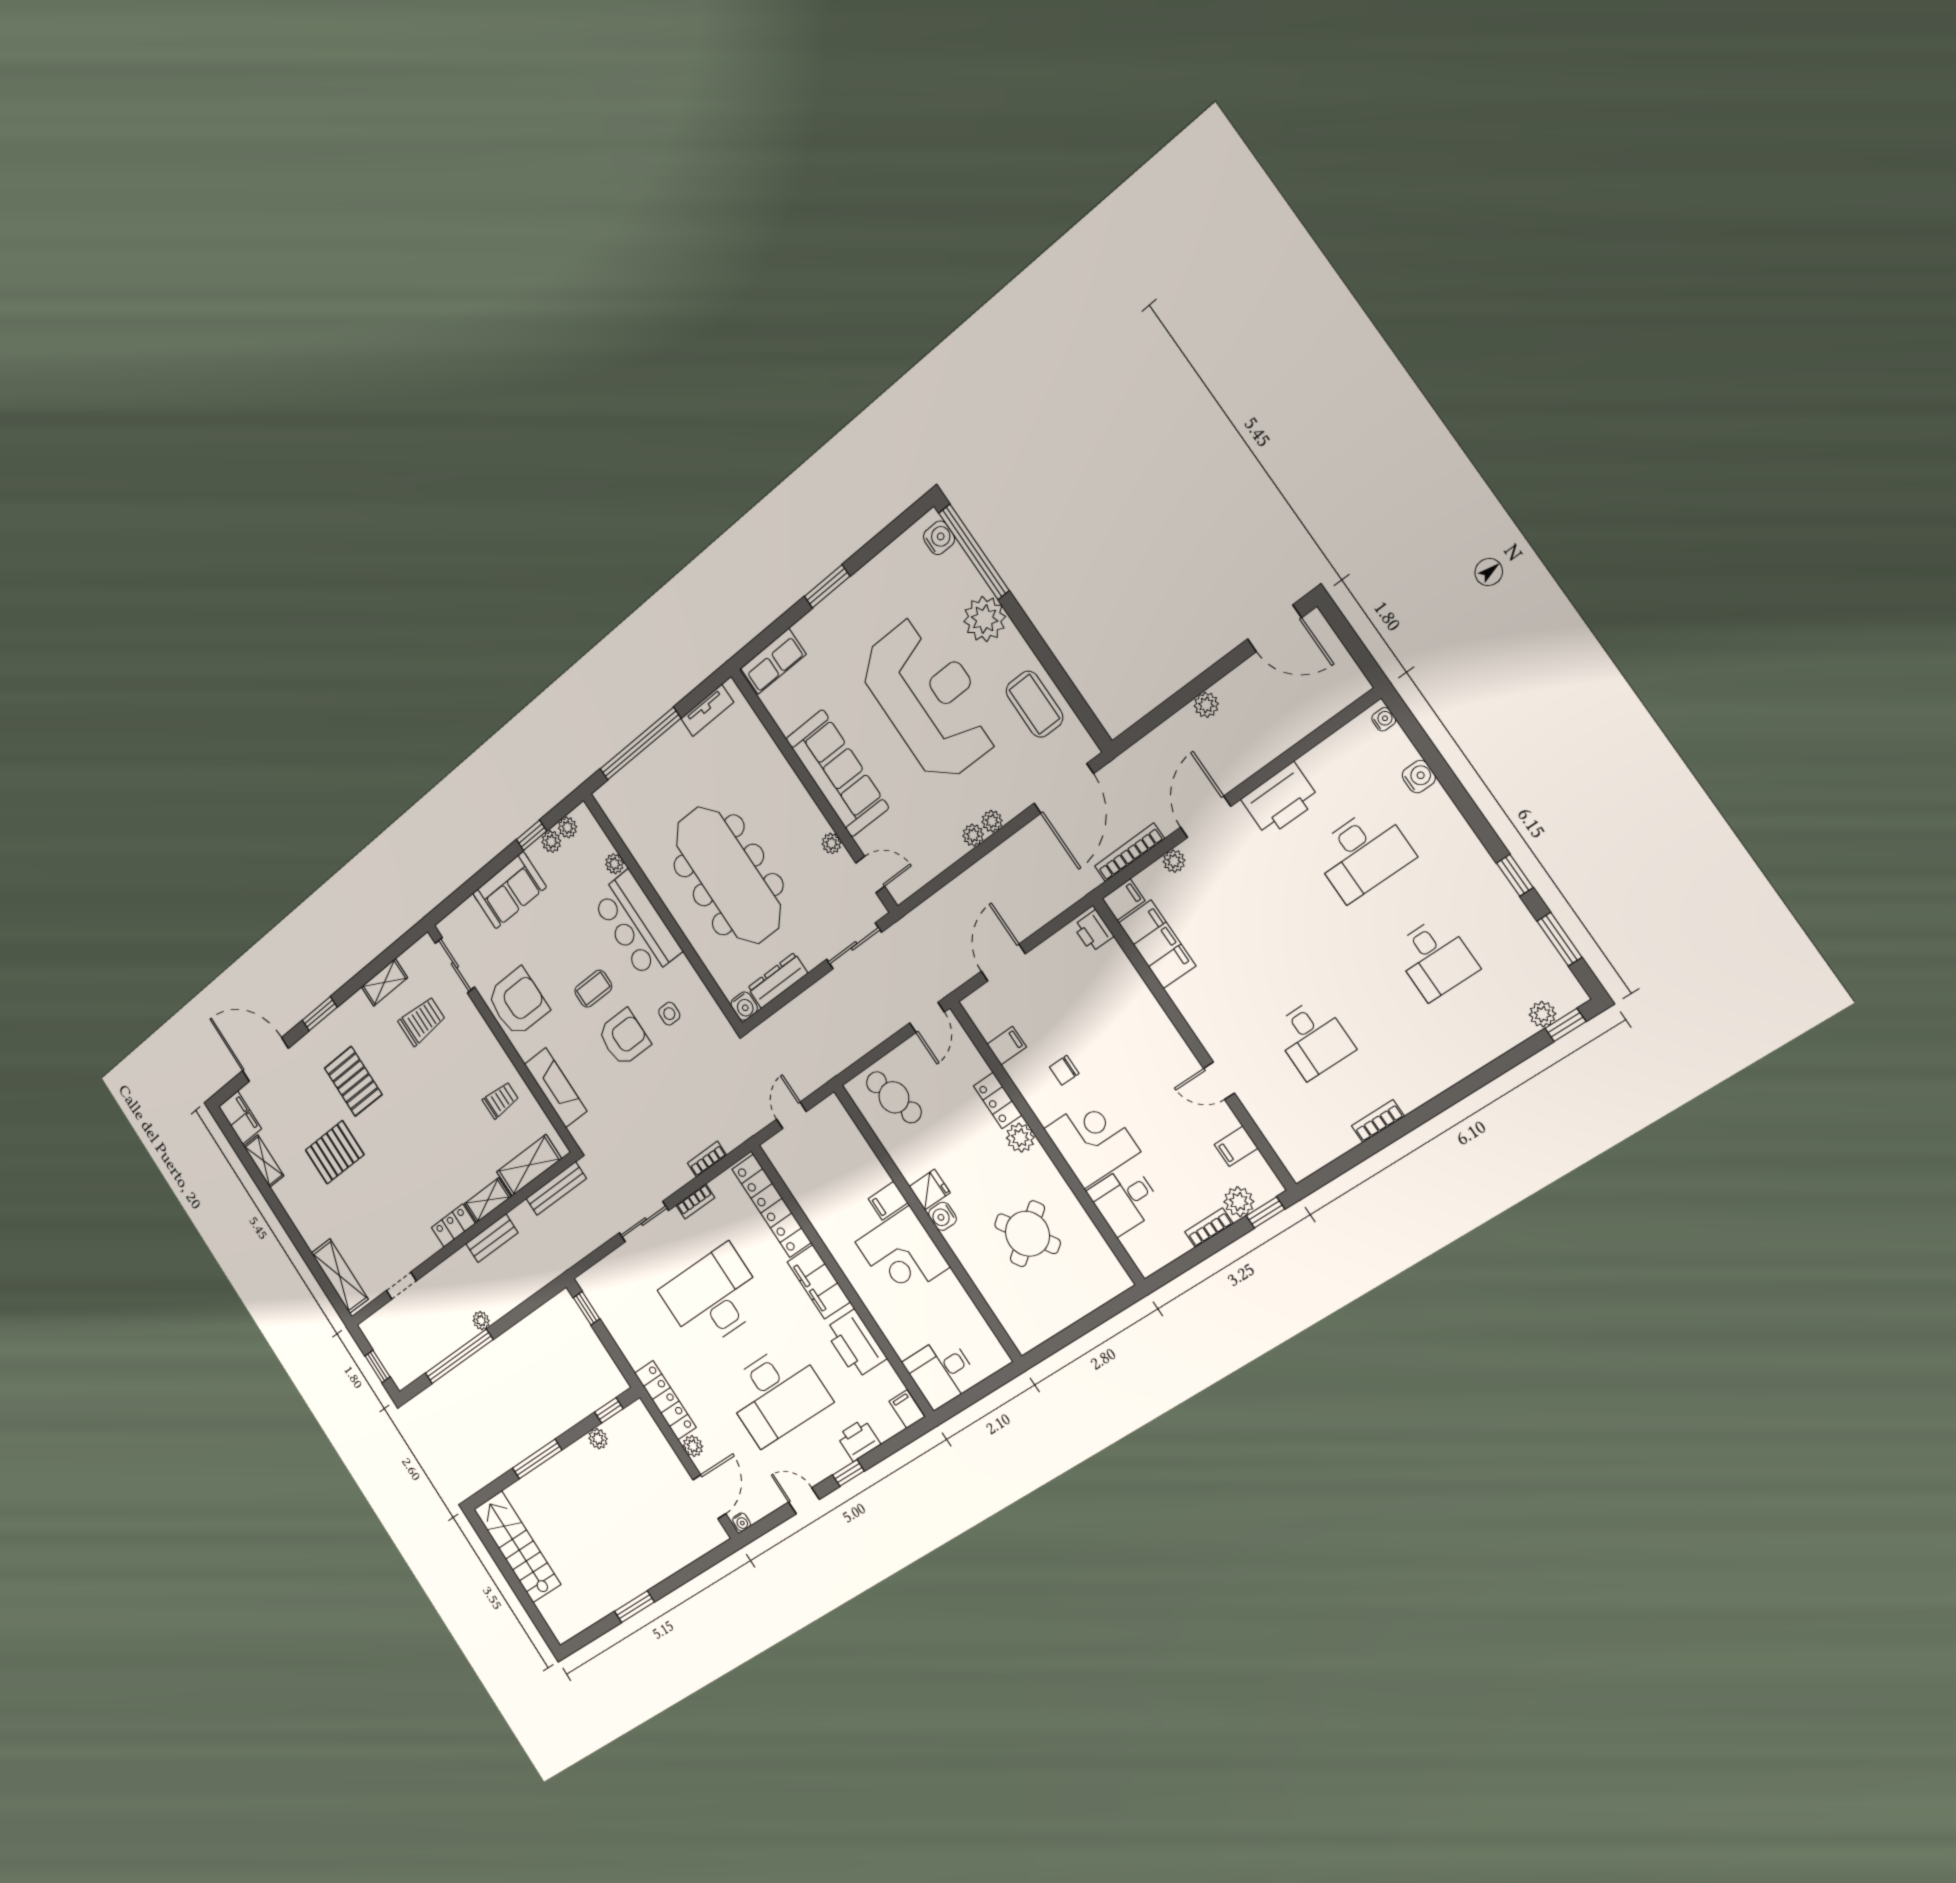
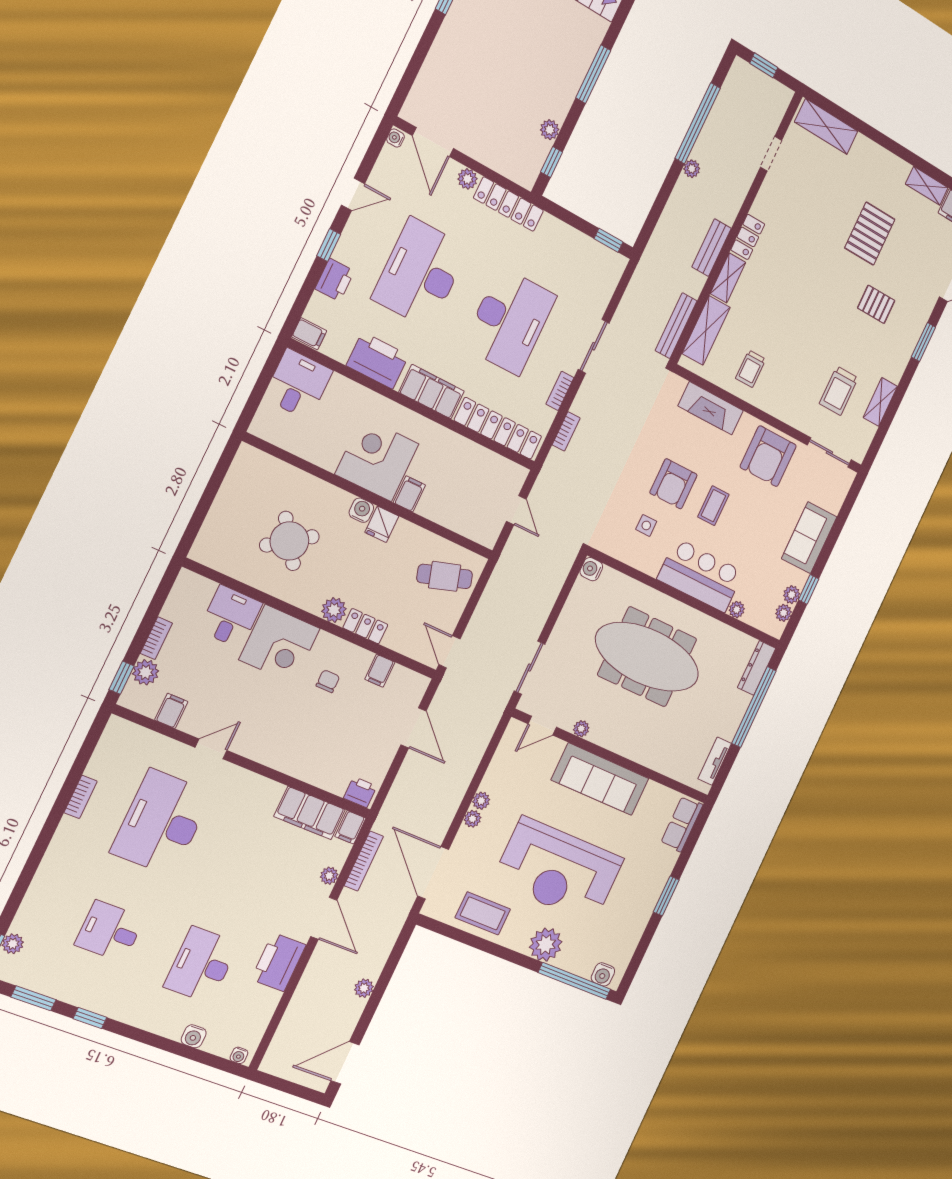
dresser: (778, 980) -> (757, 668), moved, turned 180
desk: (1313, 1038) -> (162, 823), width x1.87, depth x1.30
pallet: (353, 1081) -> (876, 304), width x0.67, depth x0.71

